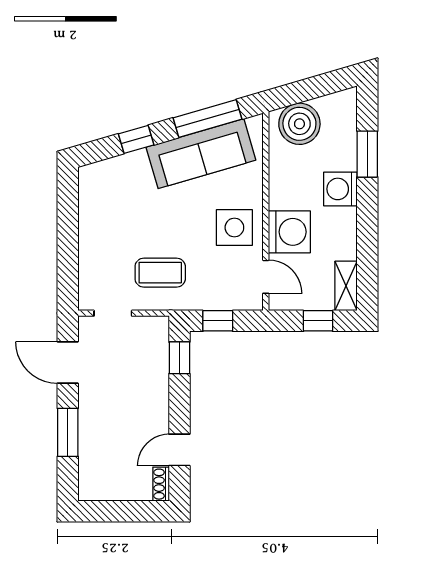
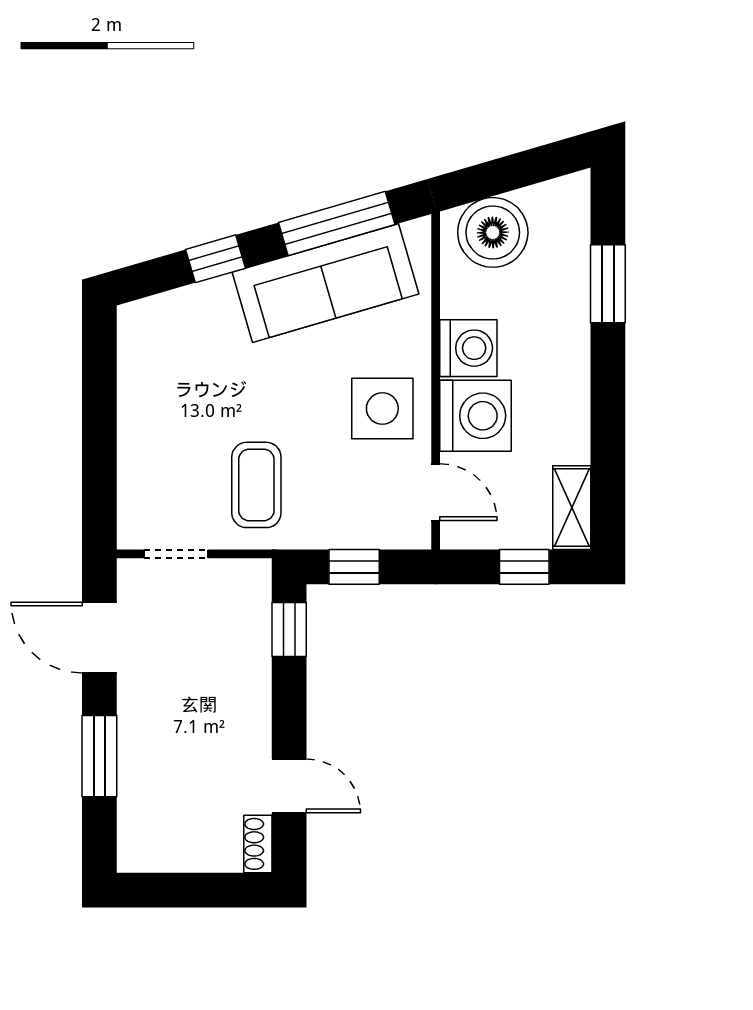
washing machine: (340, 189) -> (468, 348), moved, turned 180
coffee table: (160, 273) -> (256, 485), turned 90
door: (179, 450) -> (289, 786), swing flipped

